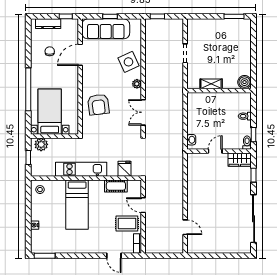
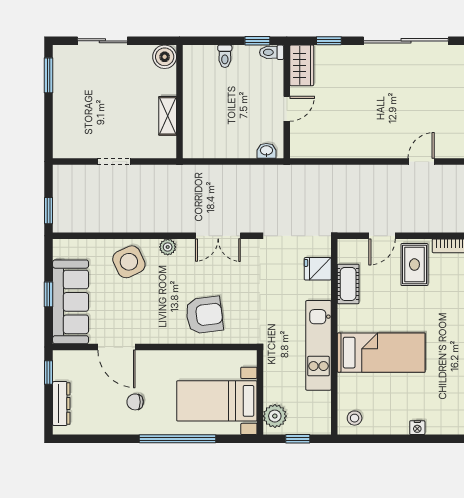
sliding door: (254, 47) -> (102, 41), added
chair: (50, 51) -> (135, 402), moved
door: (215, 151) -> (287, 109), swing flipped

